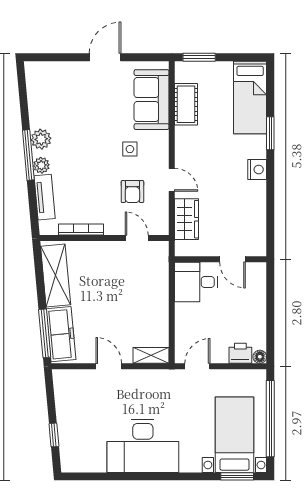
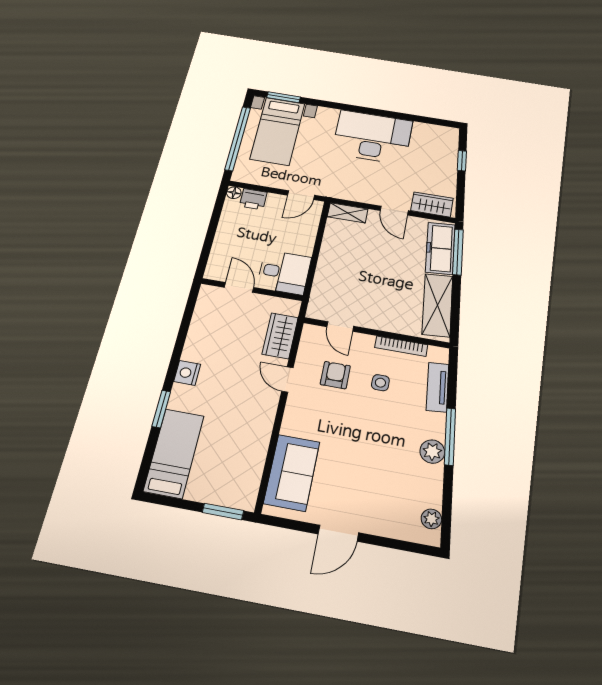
cot: (186, 104) -> (252, 459), removed
side table: (130, 149) -> (380, 383), moved
plant: (41, 165) -> (431, 519), moved
wardrobe: (75, 380) -> (432, 204), added

